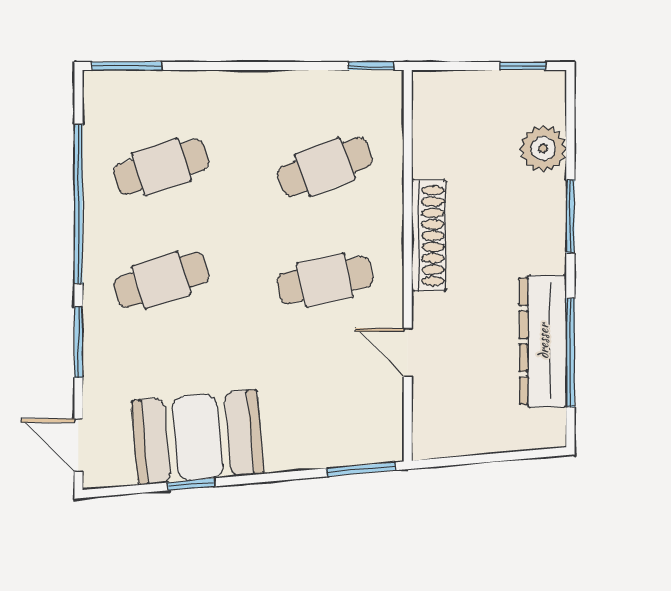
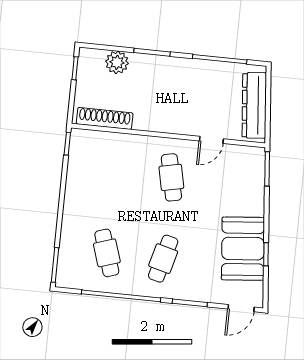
cafe table: (325, 167) -> (115, 172), removed
shoe rack: (429, 236) -> (105, 118), moved
cafe table: (161, 280) -> (163, 259), turned 33
dresser: (543, 341) -> (254, 105), moved, turned 85

